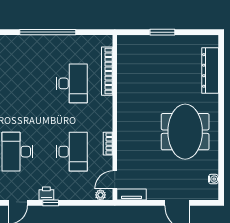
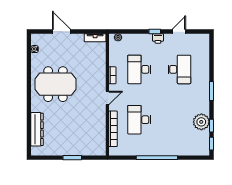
meeting table: (185, 132) -> (55, 84), turned 90
door: (115, 180) -> (107, 98), moved

